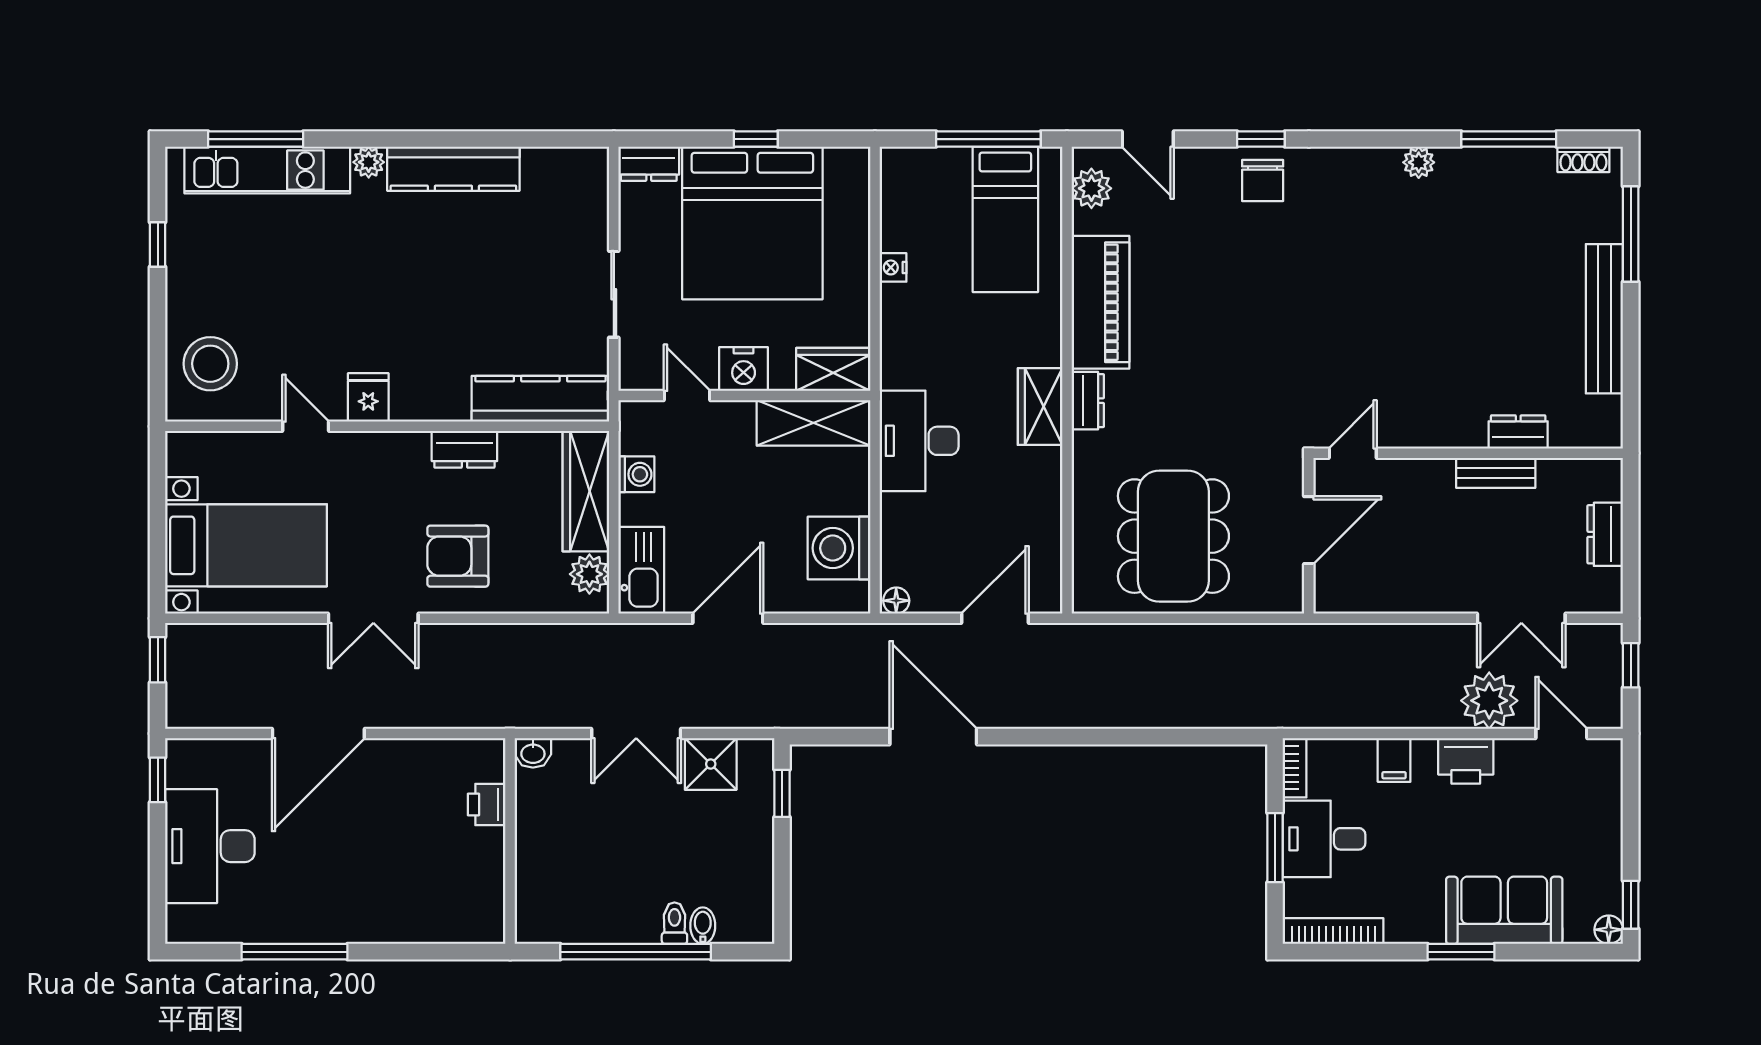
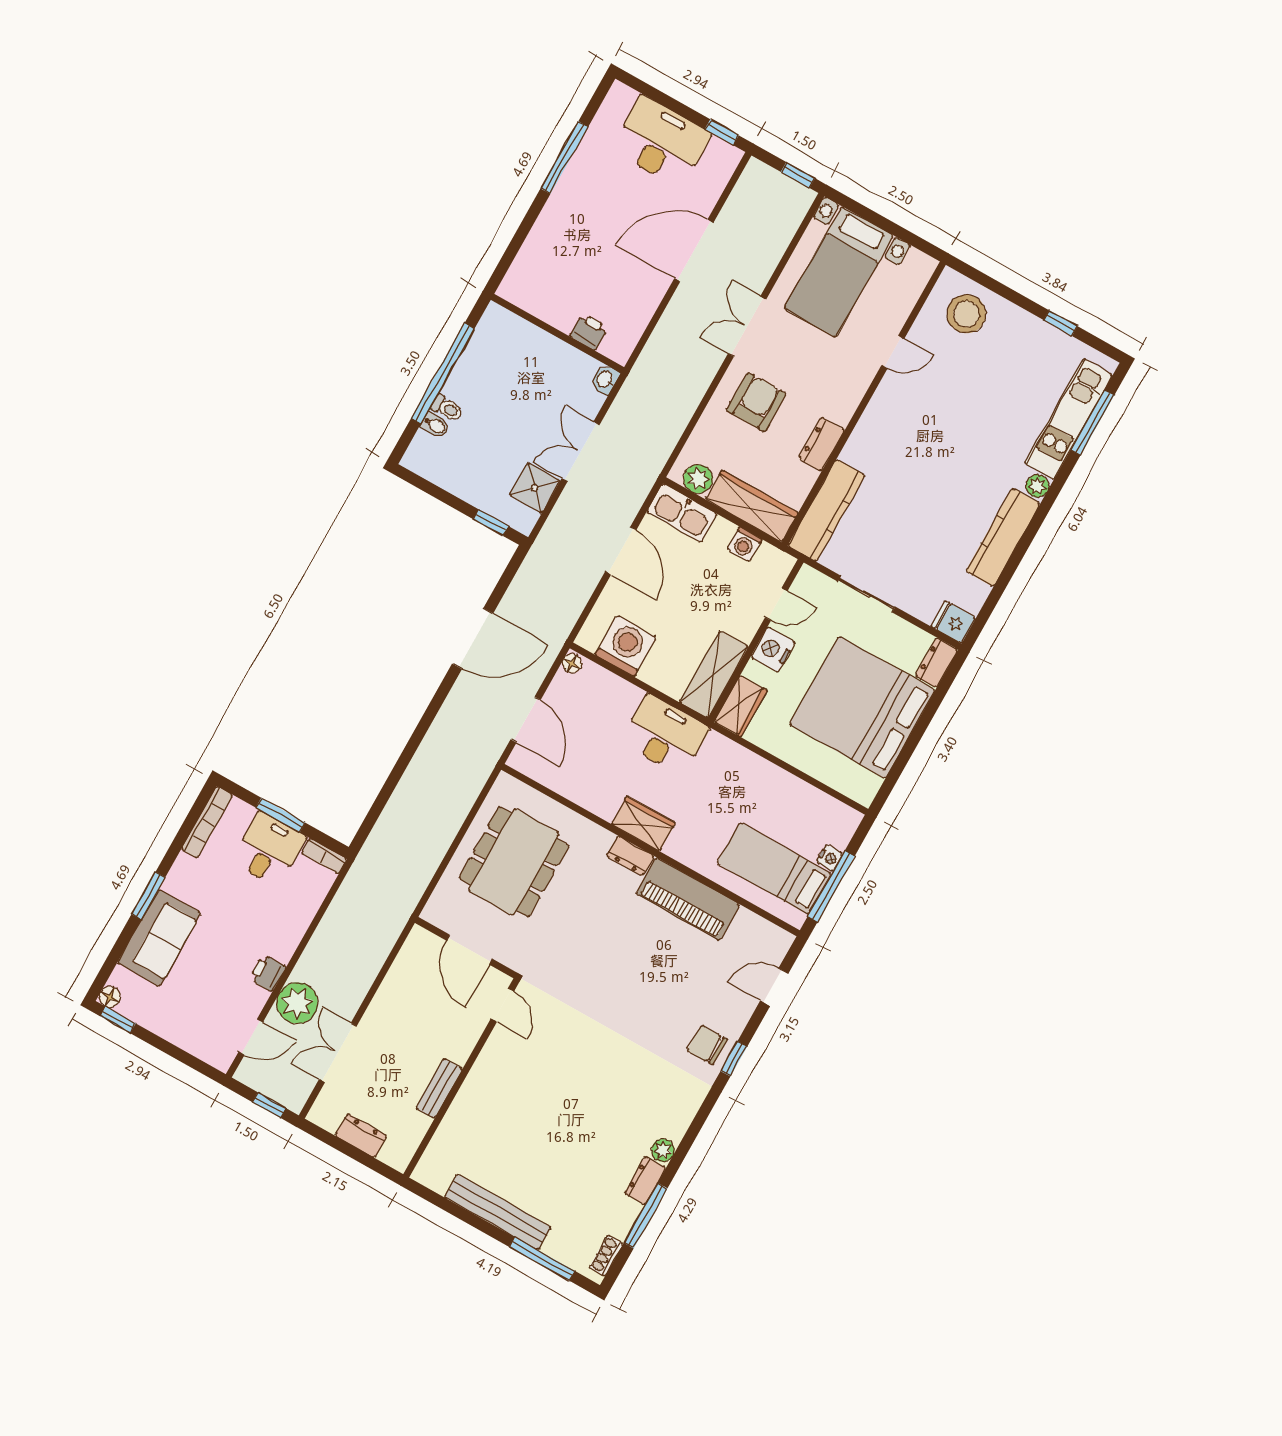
window: (756, 139) -> (914, 739), removed
plant: (1091, 188) -> (763, 934), removed
nightstand: (893, 267) -> (830, 858), moved, turned 90
fridge: (368, 397) -> (953, 622), moved, turned 180
dresser: (1518, 432) -> (645, 1181), moved, turned 180
dining table: (1173, 536) -> (514, 862), turned 90
door: (318, 734) -> (694, 250), hinge flipped
filing cabinet: (1394, 760) -> (294, 922), removed
printer: (1466, 761) -> (268, 973), width x0.73, depth x0.81

